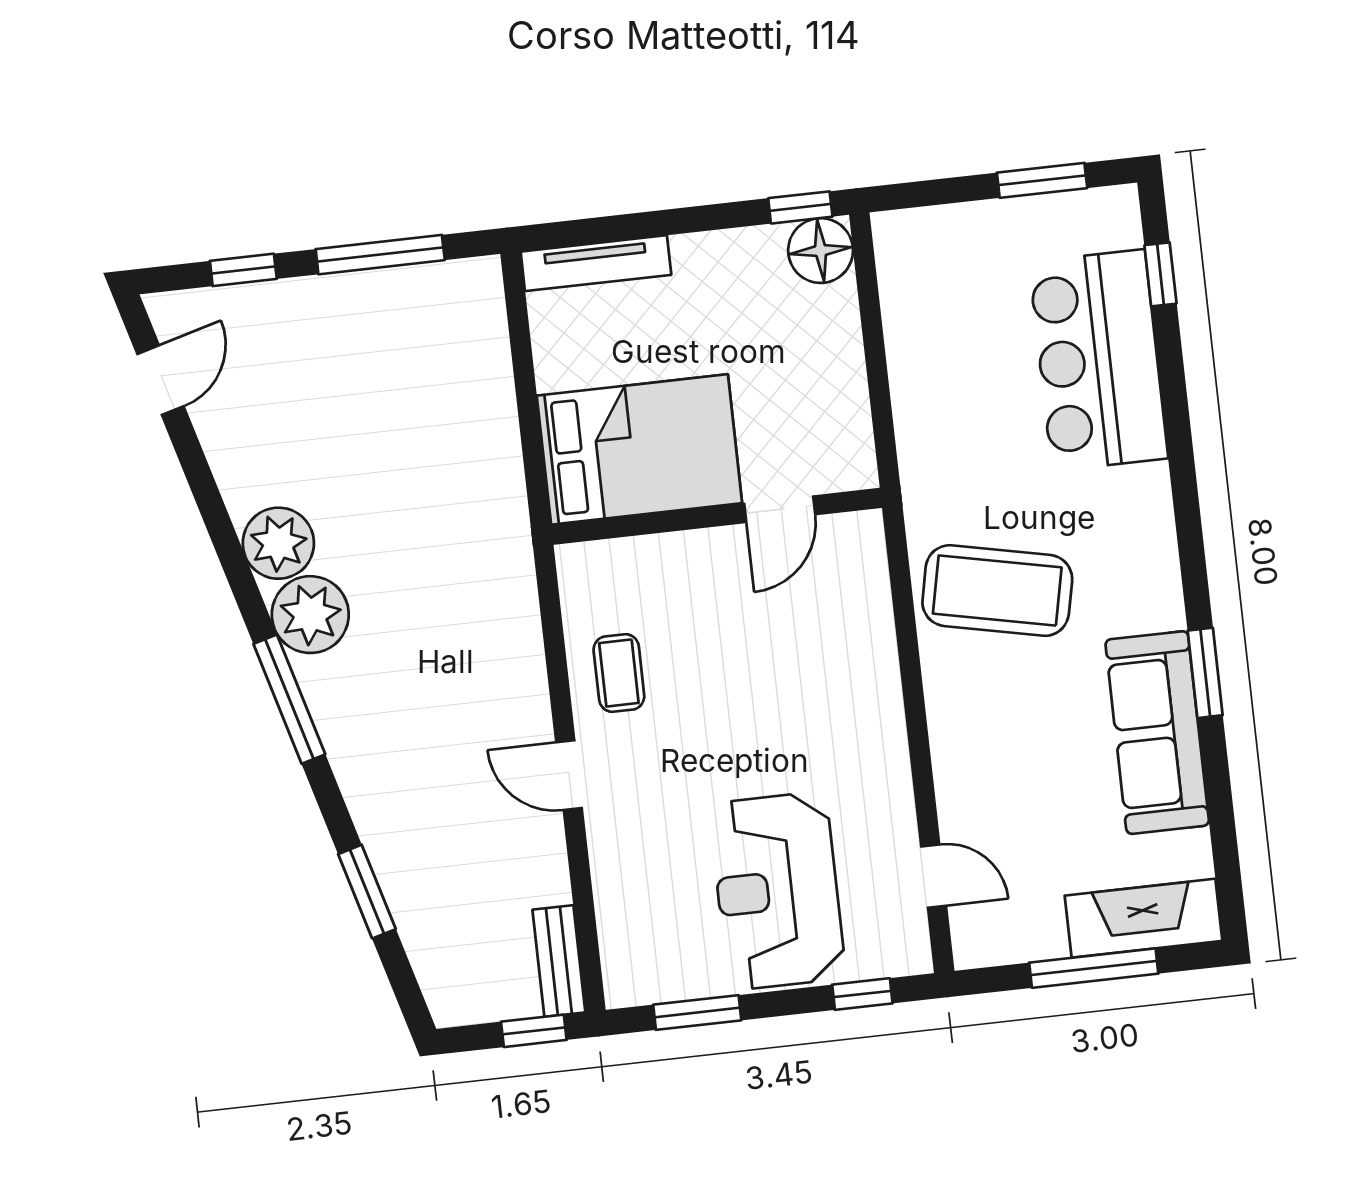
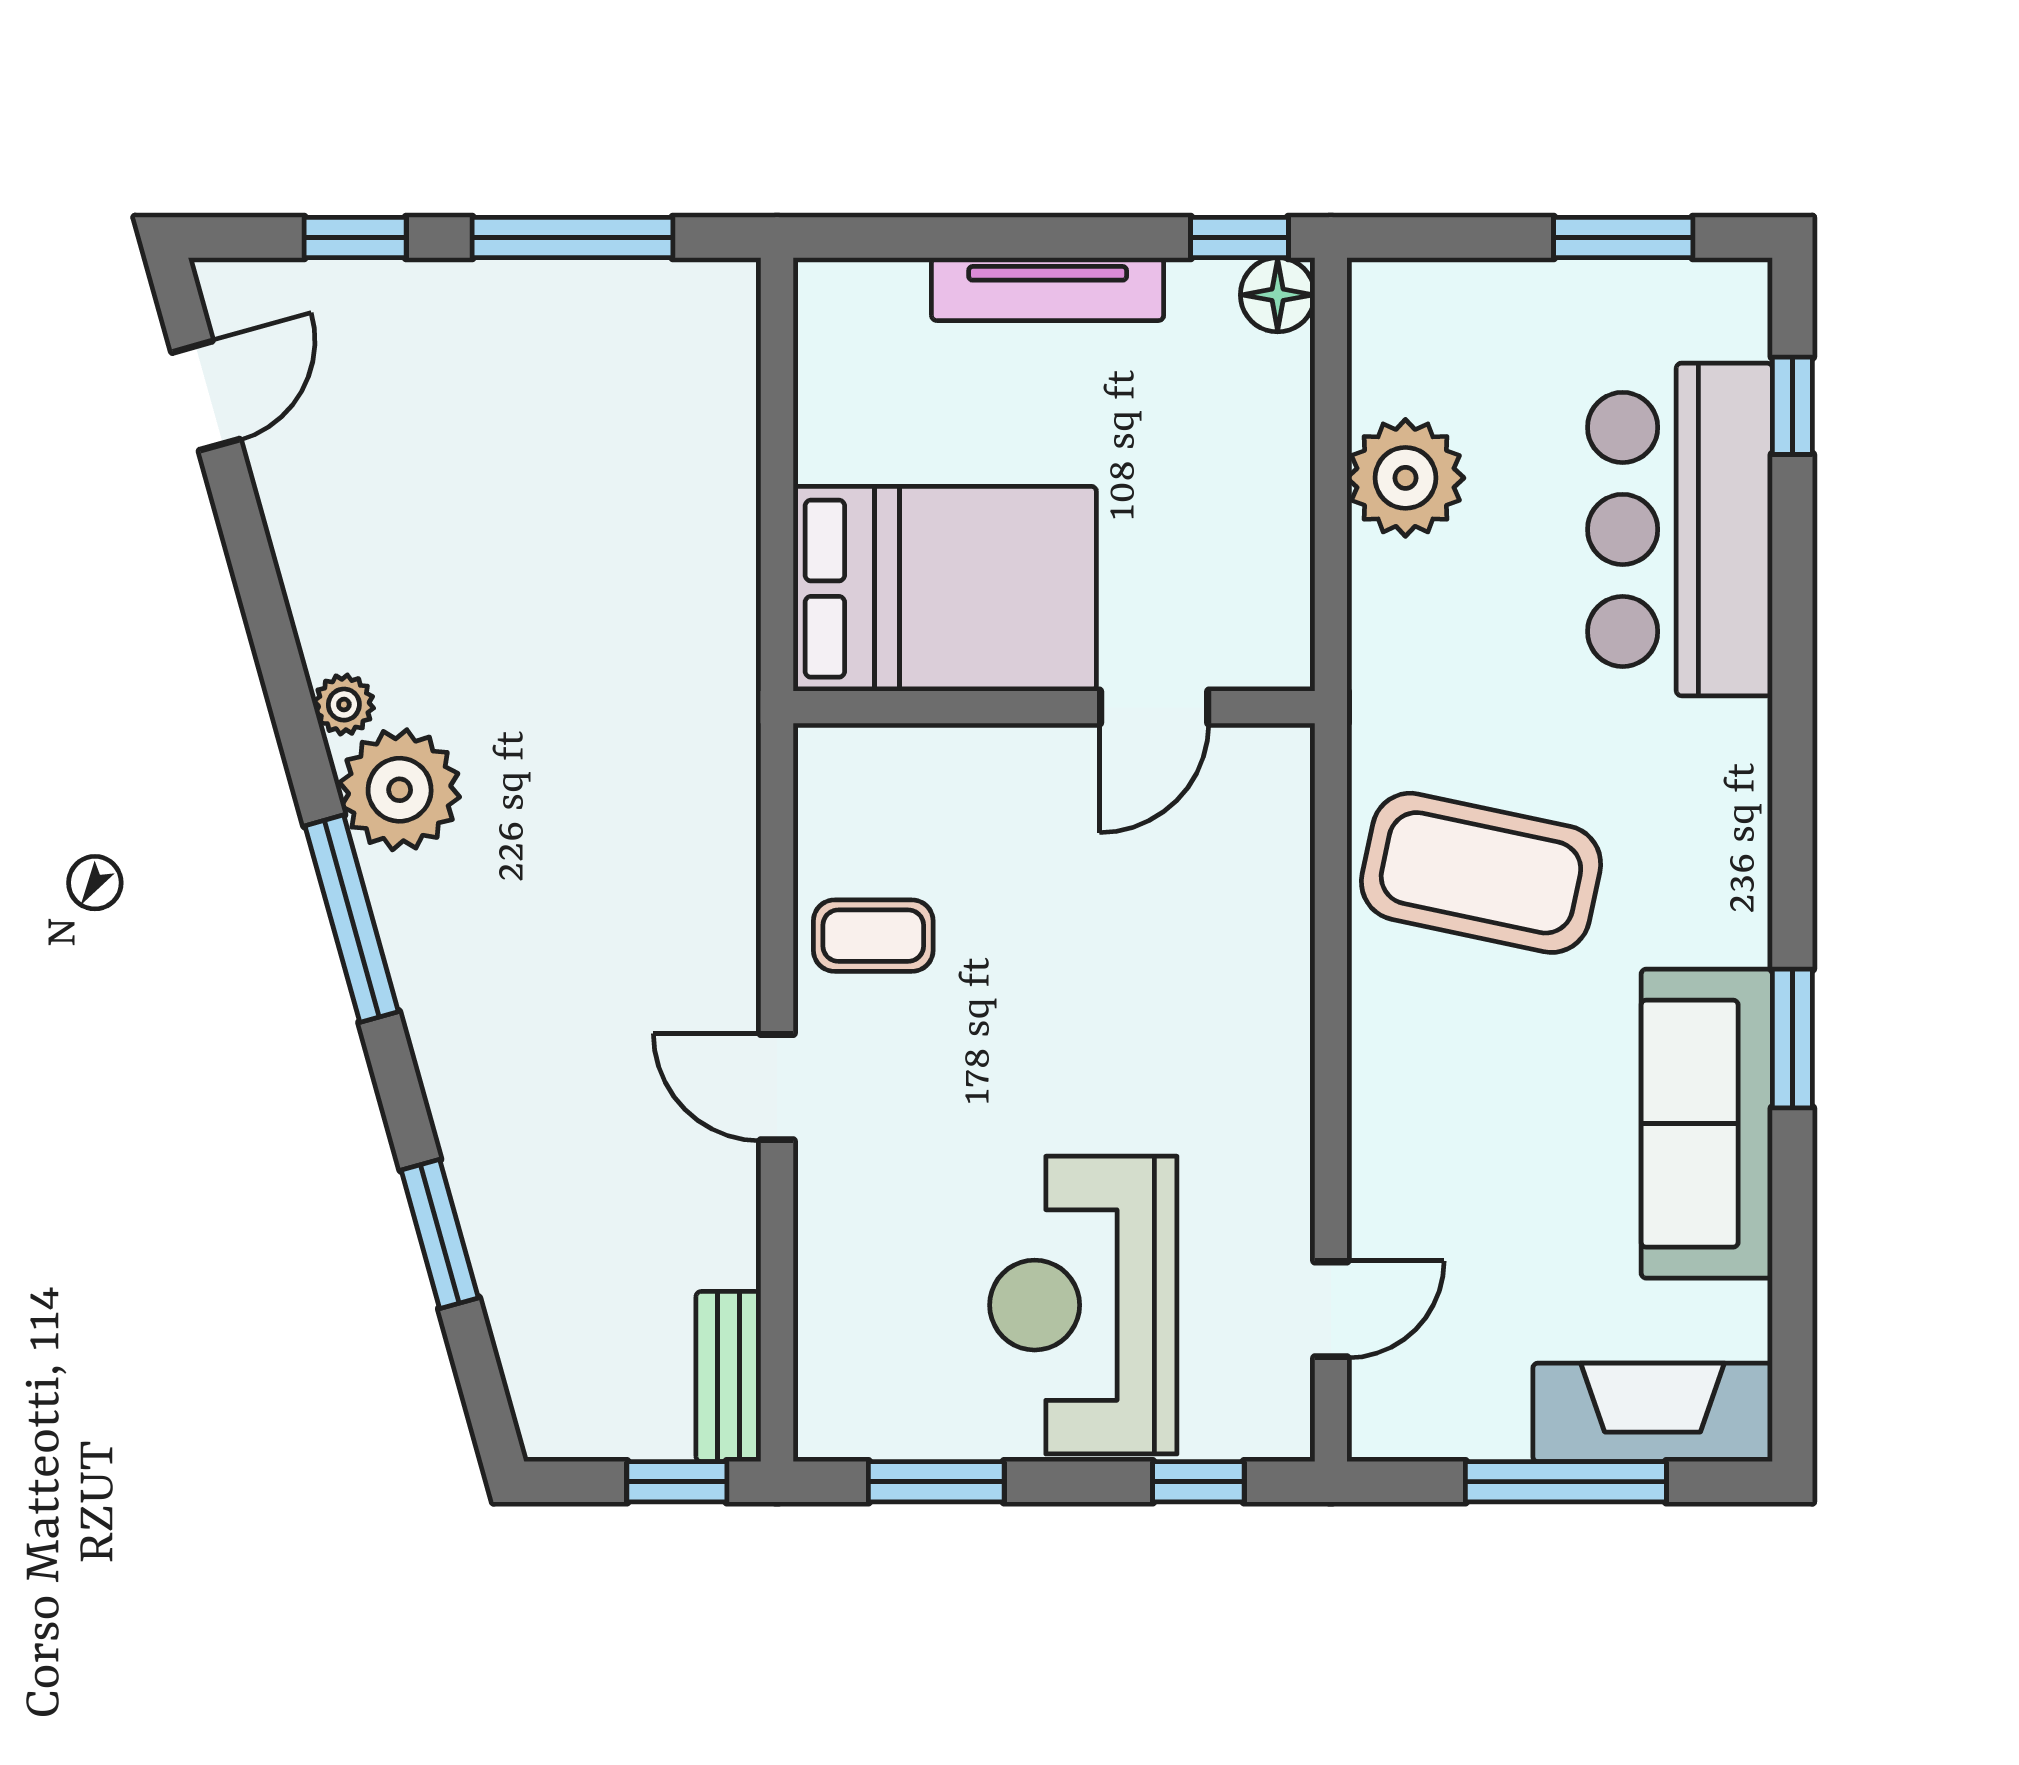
floor lamp: (821, 251) -> (1278, 295), width x0.73, depth x0.73
tv unit: (596, 263) -> (1048, 289), moved
plant: (922, 347) -> (1405, 478), added
plant: (278, 543) -> (344, 705), width x0.53, depth x0.53
coffee table: (619, 673) -> (873, 936), turned 90
door: (934, 876) -> (1331, 1309), hinge flipped

